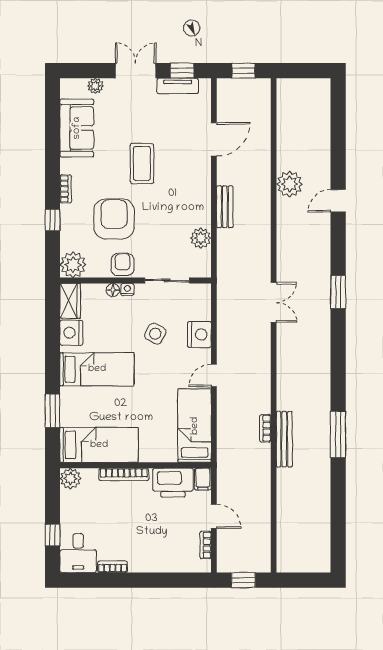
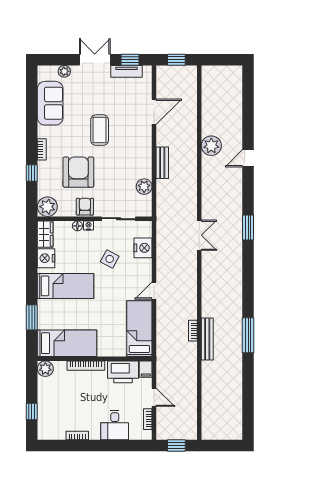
nightstand: (199, 334) -> (143, 248), moved
desk: (78, 553) -> (115, 425), moved

